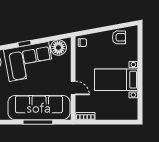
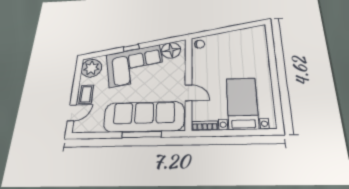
armchair: (119, 37) -> (244, 37), removed
bed with nightstands: (116, 80) -> (242, 103), moved, turned 90

